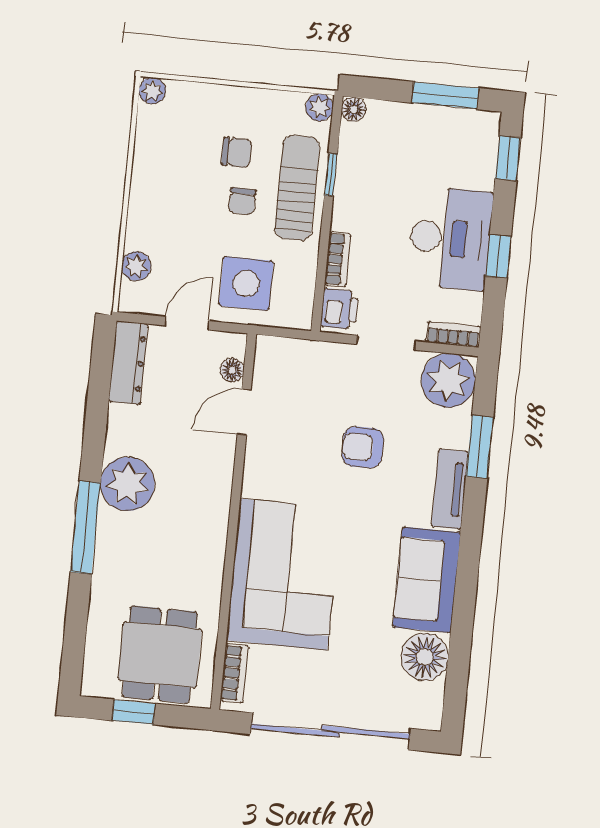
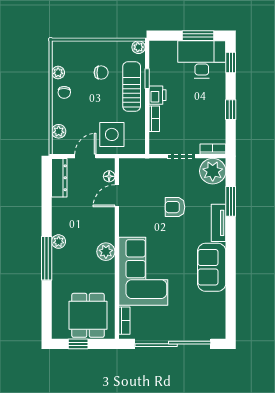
plant: (152, 91) -> (58, 73), moved
floor lamp: (354, 109) -> (155, 46), removed
chair: (242, 201) -> (64, 92), moved
desk: (450, 238) -> (202, 59), moved, turned -90
printer: (340, 309) -> (157, 95), moved
plant: (127, 484) -> (59, 242), width x0.53, depth x0.53
plant: (210, 526) -> (106, 252), added
floor lamp: (425, 657) -> (214, 304), removed

